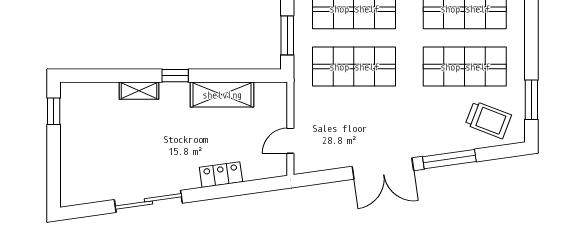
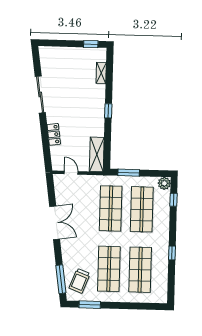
shelving: (139, 91) -> (101, 73), moved
shelving: (222, 95) -> (97, 154), moved
window: (449, 159) -> (61, 279), moved
double door: (383, 168) -> (55, 223), swing flipped

